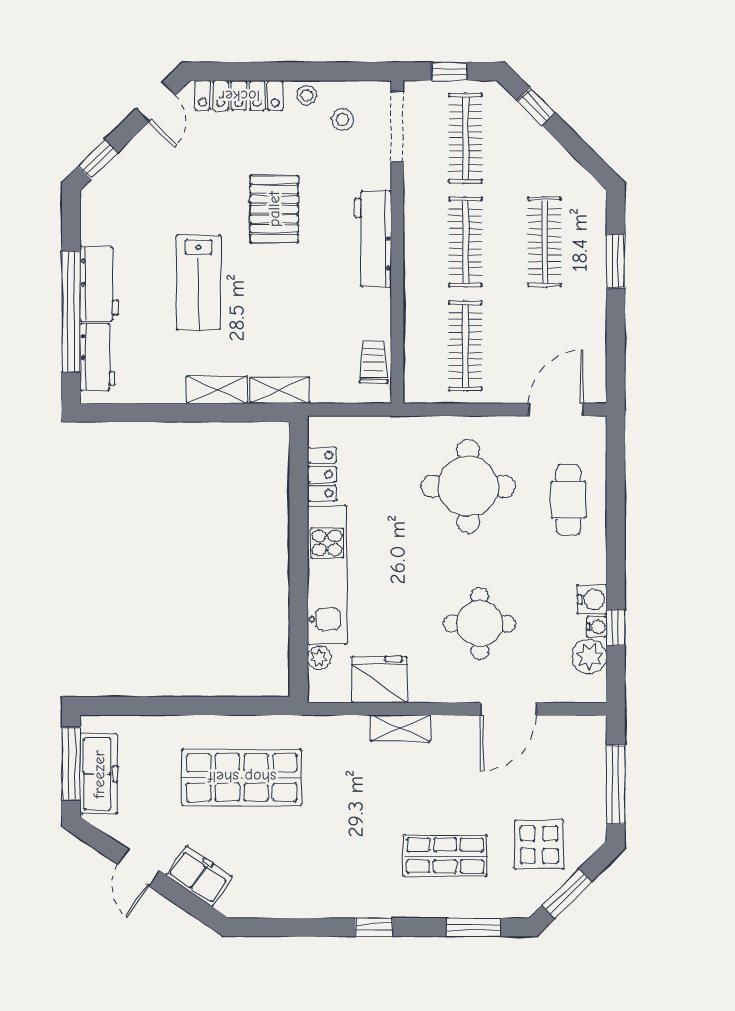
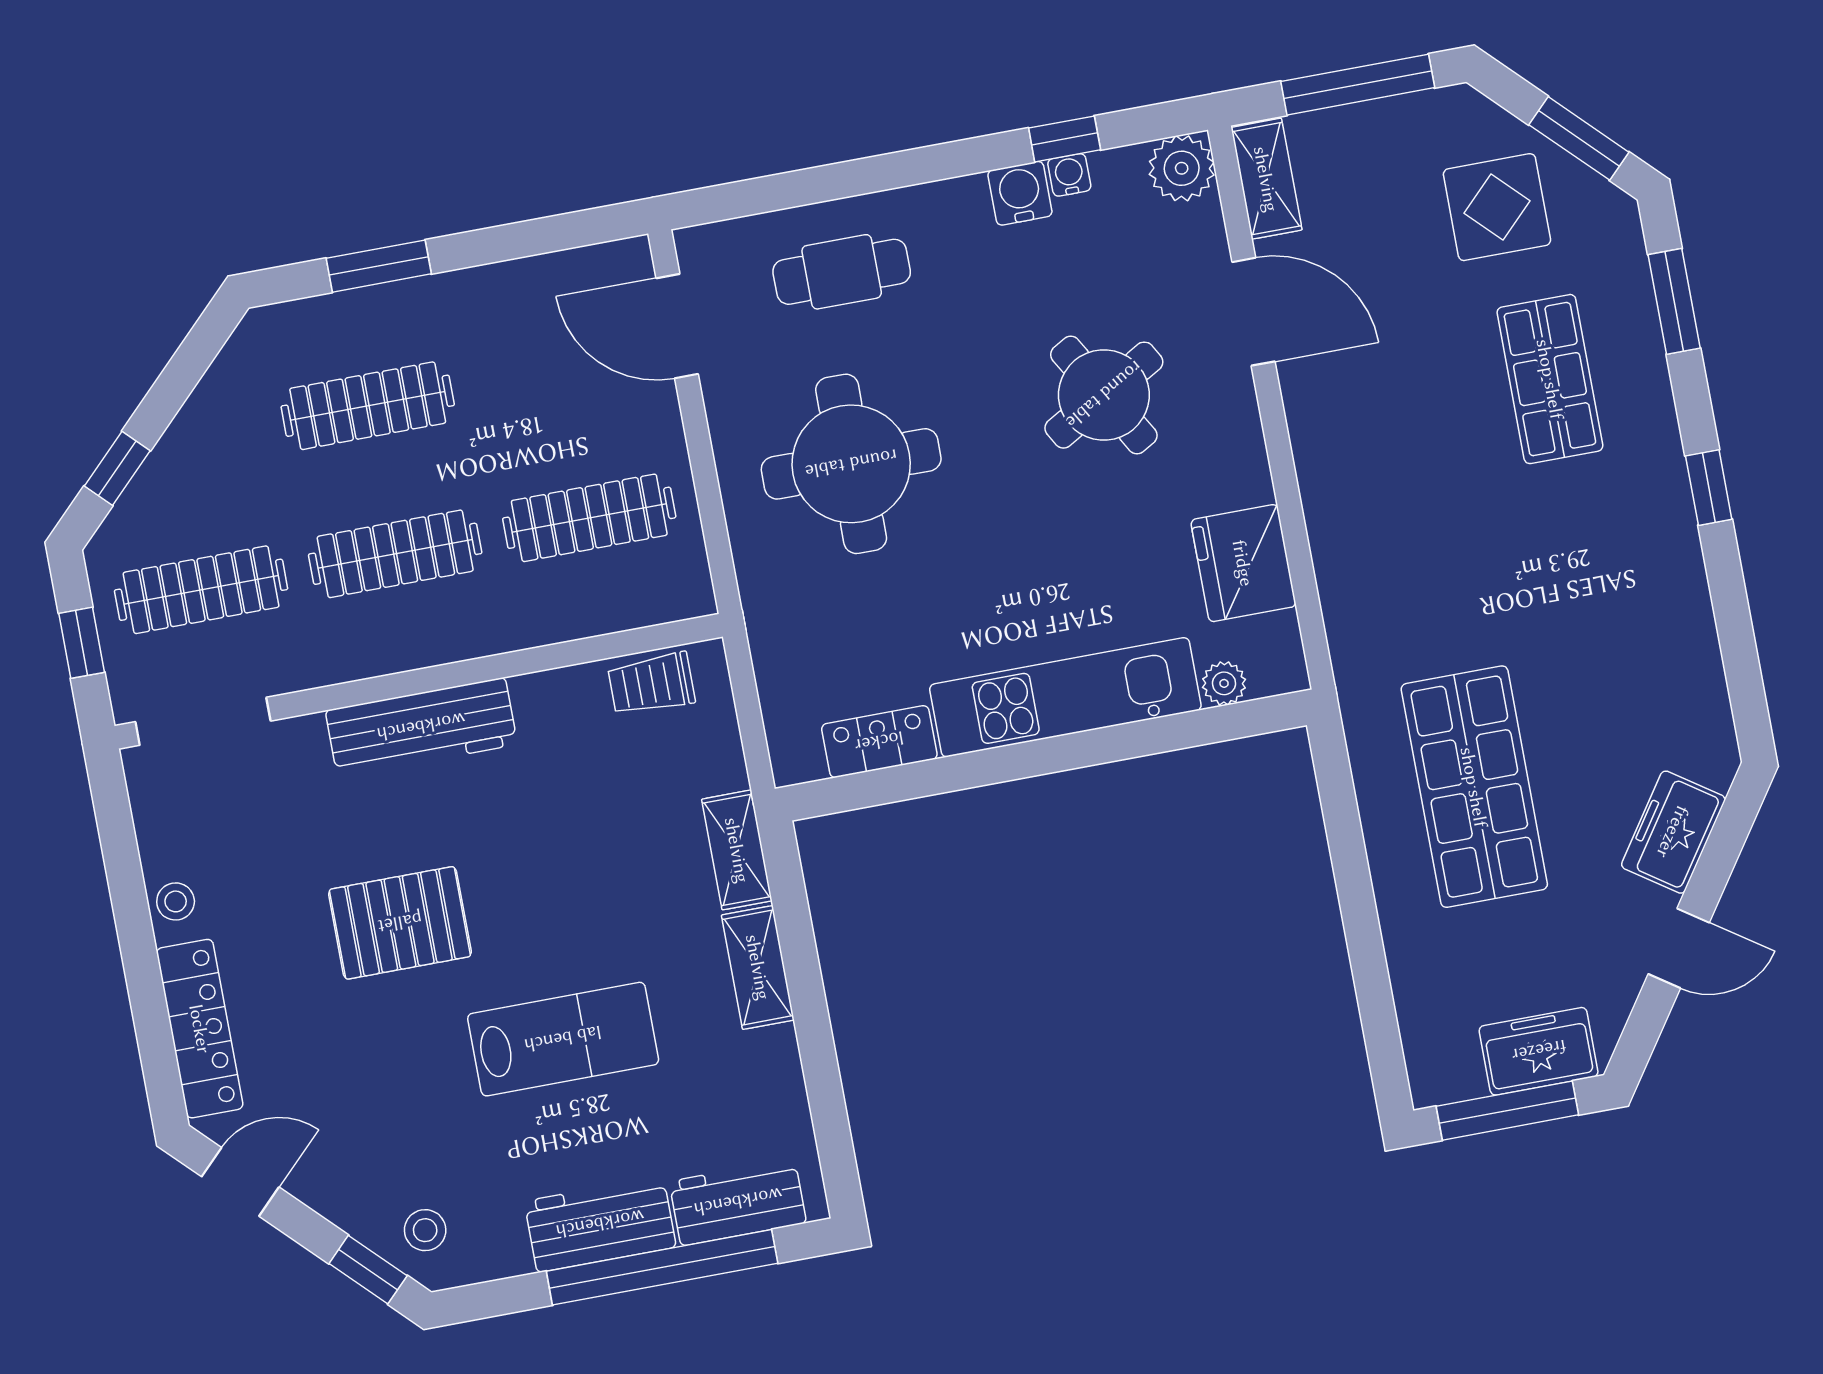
stool: (343, 120) -> (425, 1230), moved
round table: (480, 624) -> (1104, 395), turned -30
plant: (589, 657) -> (1182, 168), moved
shelving: (400, 728) -> (1266, 179), moved
freezer: (99, 774) -> (1539, 1051), width x0.71

